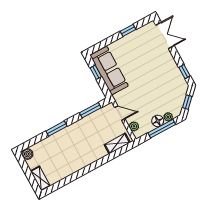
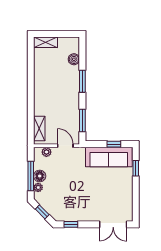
window: (128, 30) -> (136, 168), moved
door: (120, 113) -> (65, 146), swing flipped
boiler: (27, 154) -> (74, 59), moved

